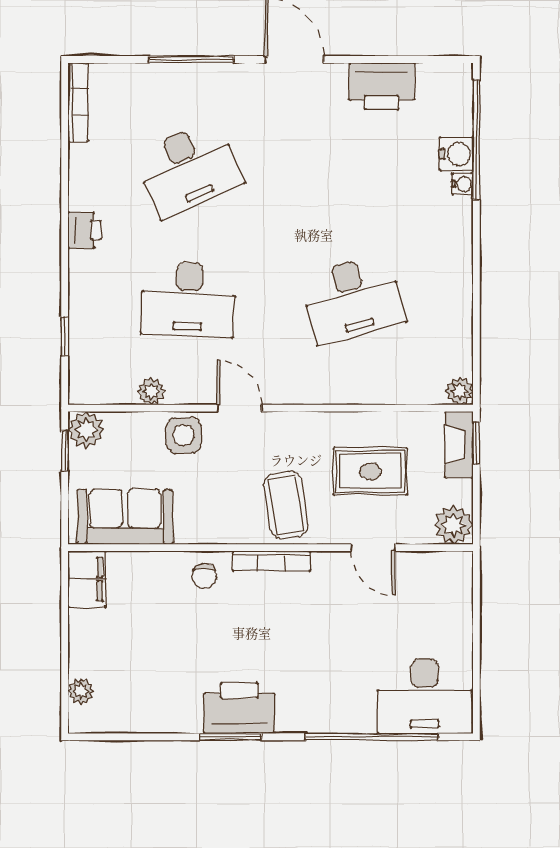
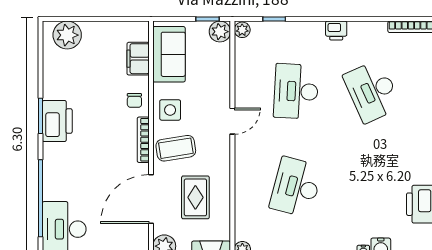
desk: (353, 299) -> (296, 187), turned 30
plant: (151, 391) -> (242, 30), moved
side table: (184, 435) -> (170, 110), moved
door: (373, 548) -> (151, 199), width x1.87
chair: (204, 576) -> (134, 100), turned -90
filing cabinet: (87, 579) -> (138, 59), moved, turned 90
plant: (81, 691) -> (67, 35), width x1.87, depth x1.87

